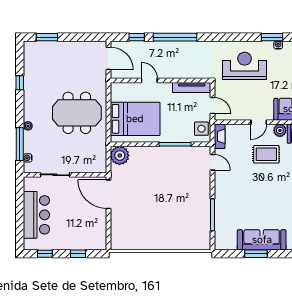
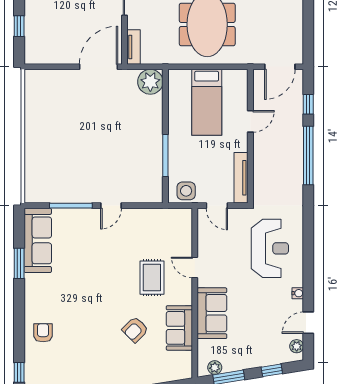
window: (272, 37) -> (308, 285), removed
door: (213, 106) -> (217, 206), hinge flipped
bed: (135, 119) -> (207, 102), width x0.67
plant: (280, 130) -> (184, 296), removed
fireplace: (220, 136) -> (176, 215), removed
door: (213, 162) -> (111, 206), moved
tv unit: (94, 168) -> (134, 47), added
sofa: (262, 240) -> (38, 240), moved

